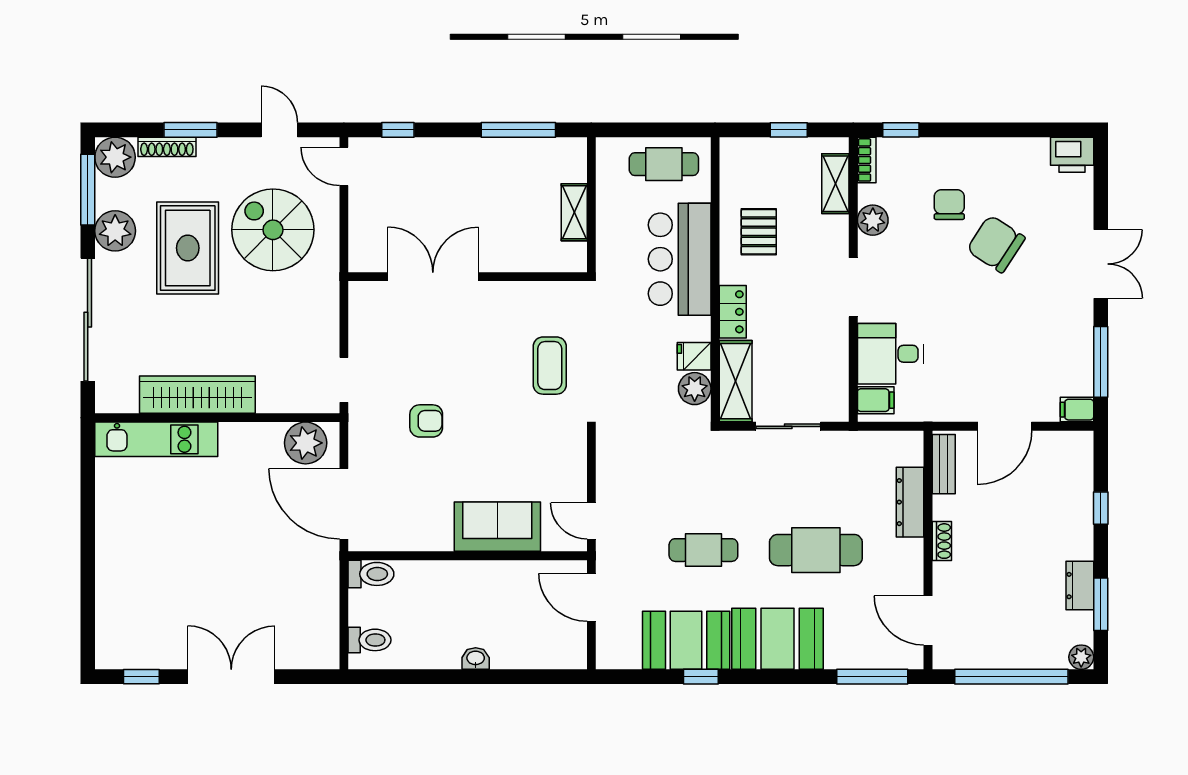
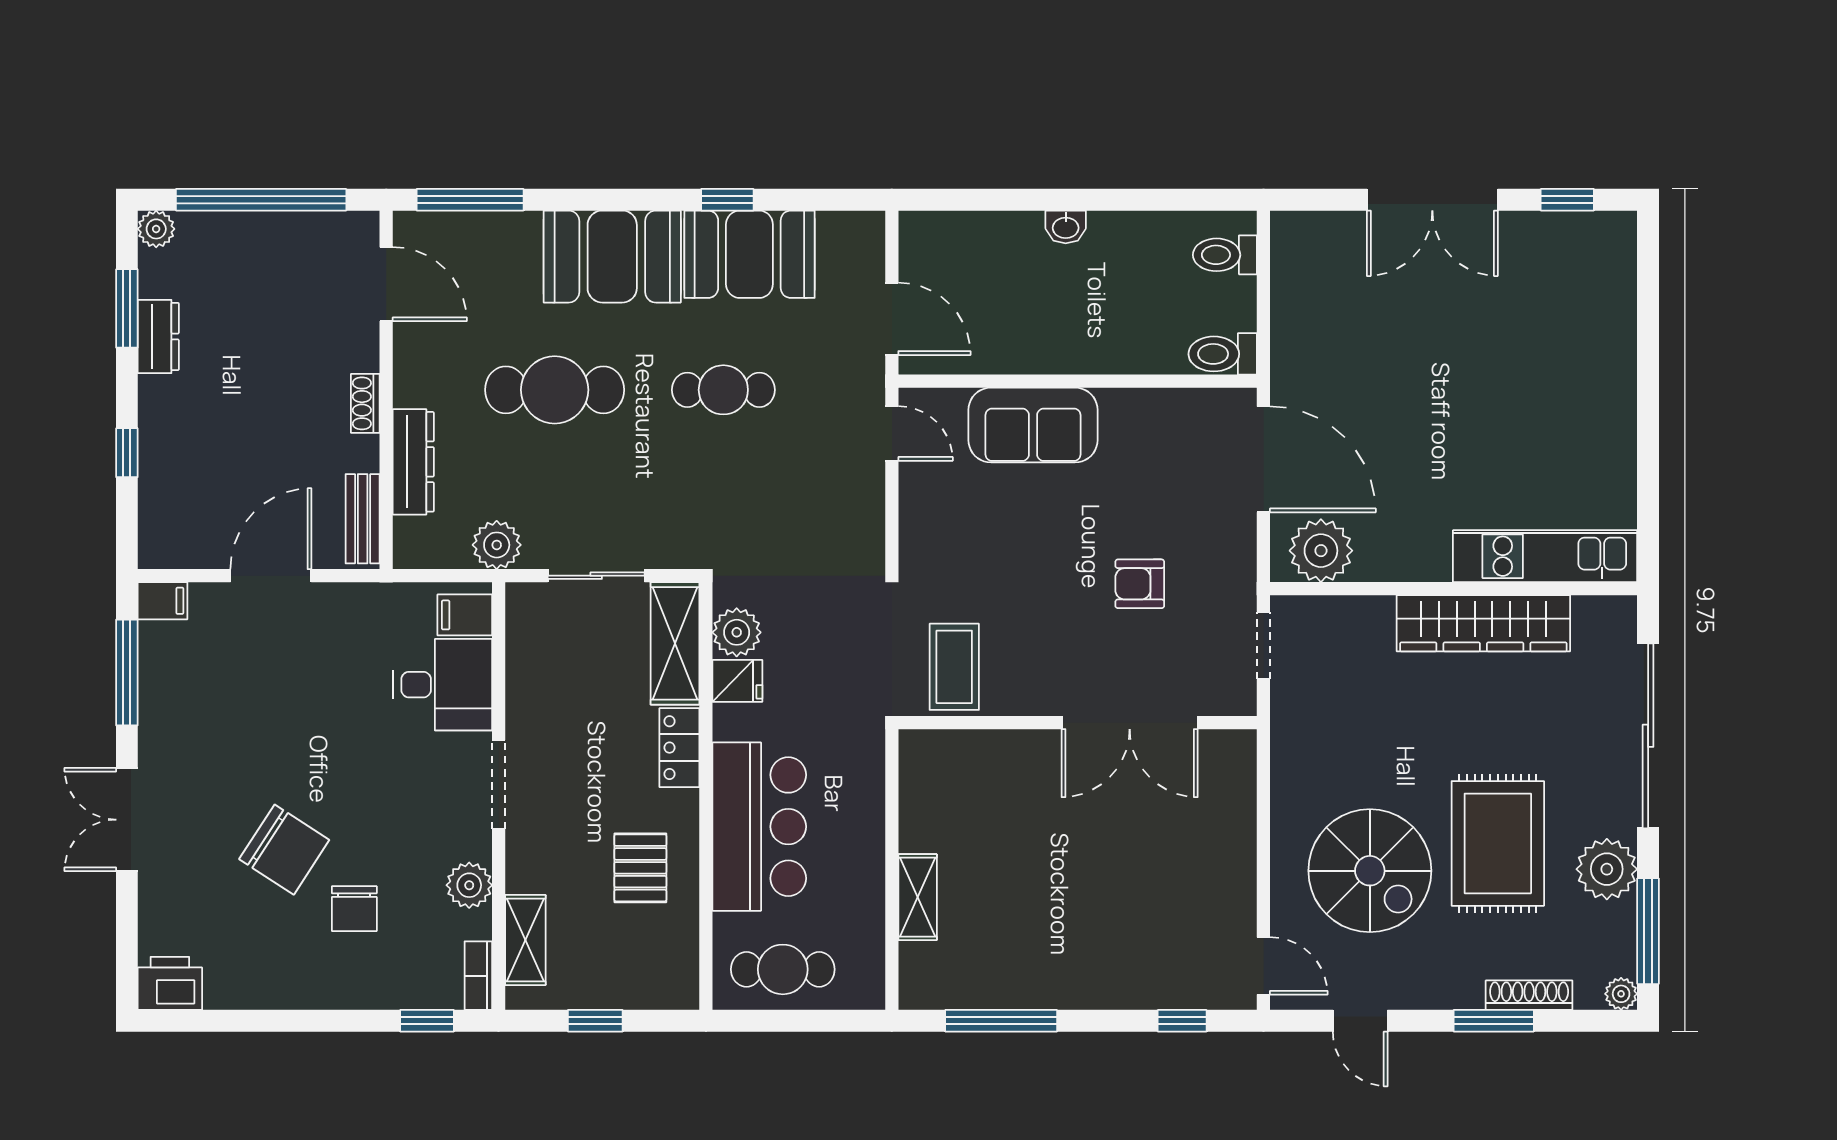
plant: (115, 157) -> (1621, 994), width x0.53, depth x0.53
double door: (433, 277) -> (1130, 723), moved
wall: (468, 277) -> (1078, 723), moved
plant: (854, 447) -> (497, 545), added

